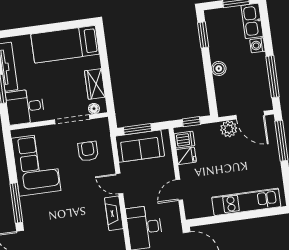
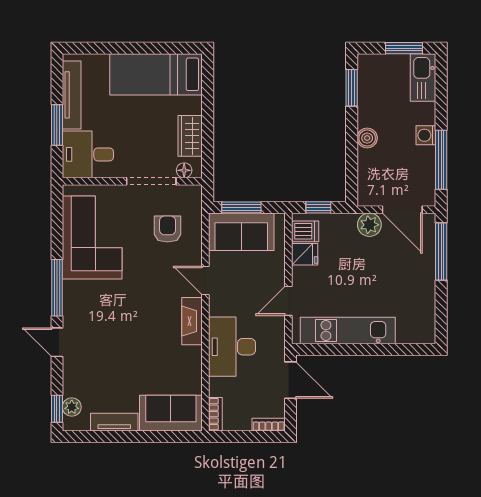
washing machine: (257, 45) -> (426, 135), moved
kitchen unit: (246, 202) -> (348, 330), moved

